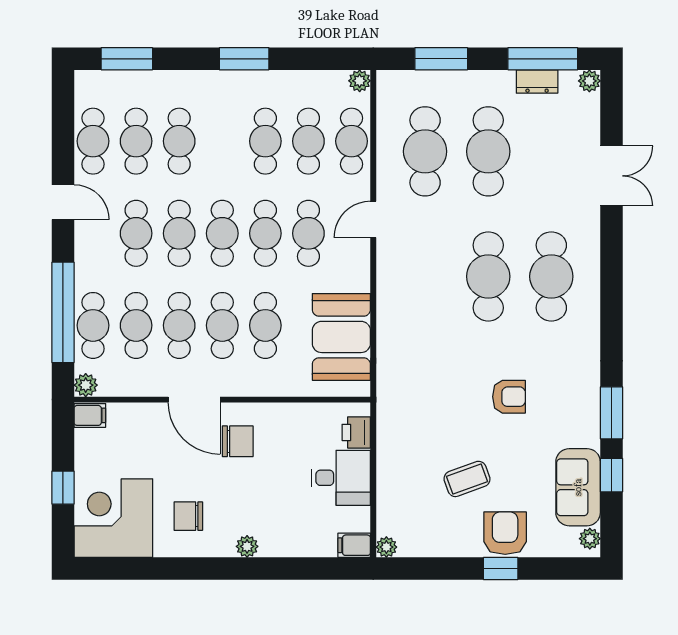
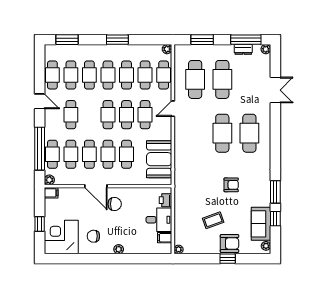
cafe table: (179, 233) -> (108, 75), moved
armchair: (505, 533) -> (230, 244), turned 90
filing cabinet: (354, 545) -> (165, 238), moved

